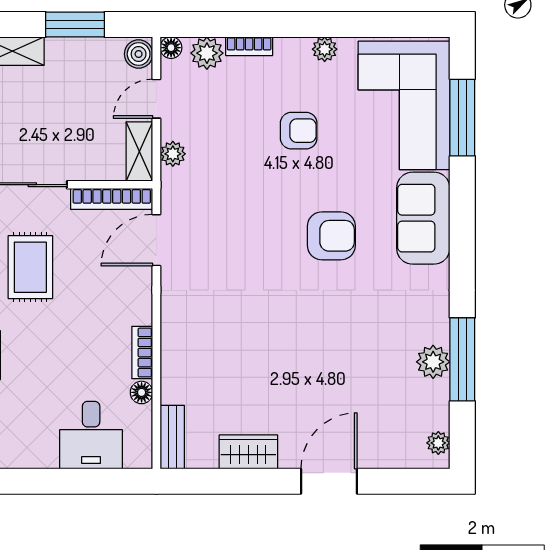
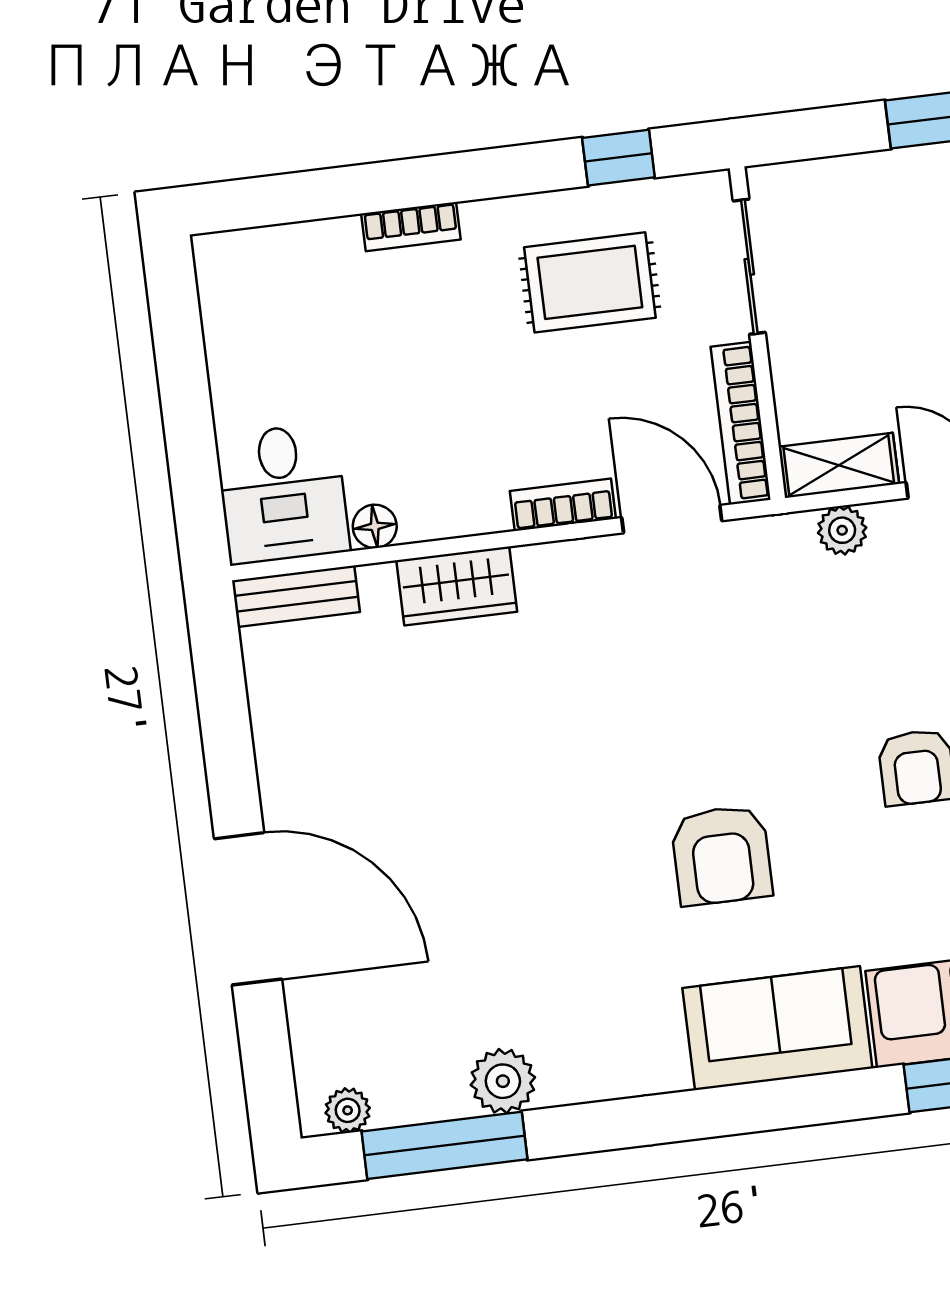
bookcase: (142, 353) -> (563, 505), moved
window: (462, 359) -> (444, 1145), moved
desk: (91, 435) -> (283, 494), moved, turned -90
wardrobe: (248, 452) -> (457, 586), moved, turned 90
door: (329, 481) -> (248, 909), width x1.36

